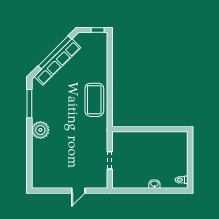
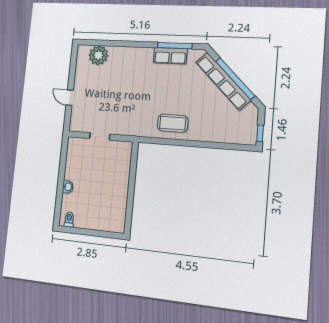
coffee table: (94, 100) -> (173, 123), width x0.73, depth x0.76
row of seats: (38, 107) -> (170, 56), added
plant: (40, 130) -> (98, 55), moved

